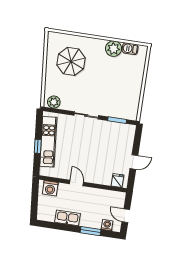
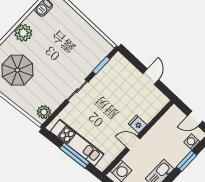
plant: (114, 49) -> (23, 33), moved
window: (38, 146) -> (75, 155), width x2.17
fridge: (117, 180) -> (138, 124), moved

